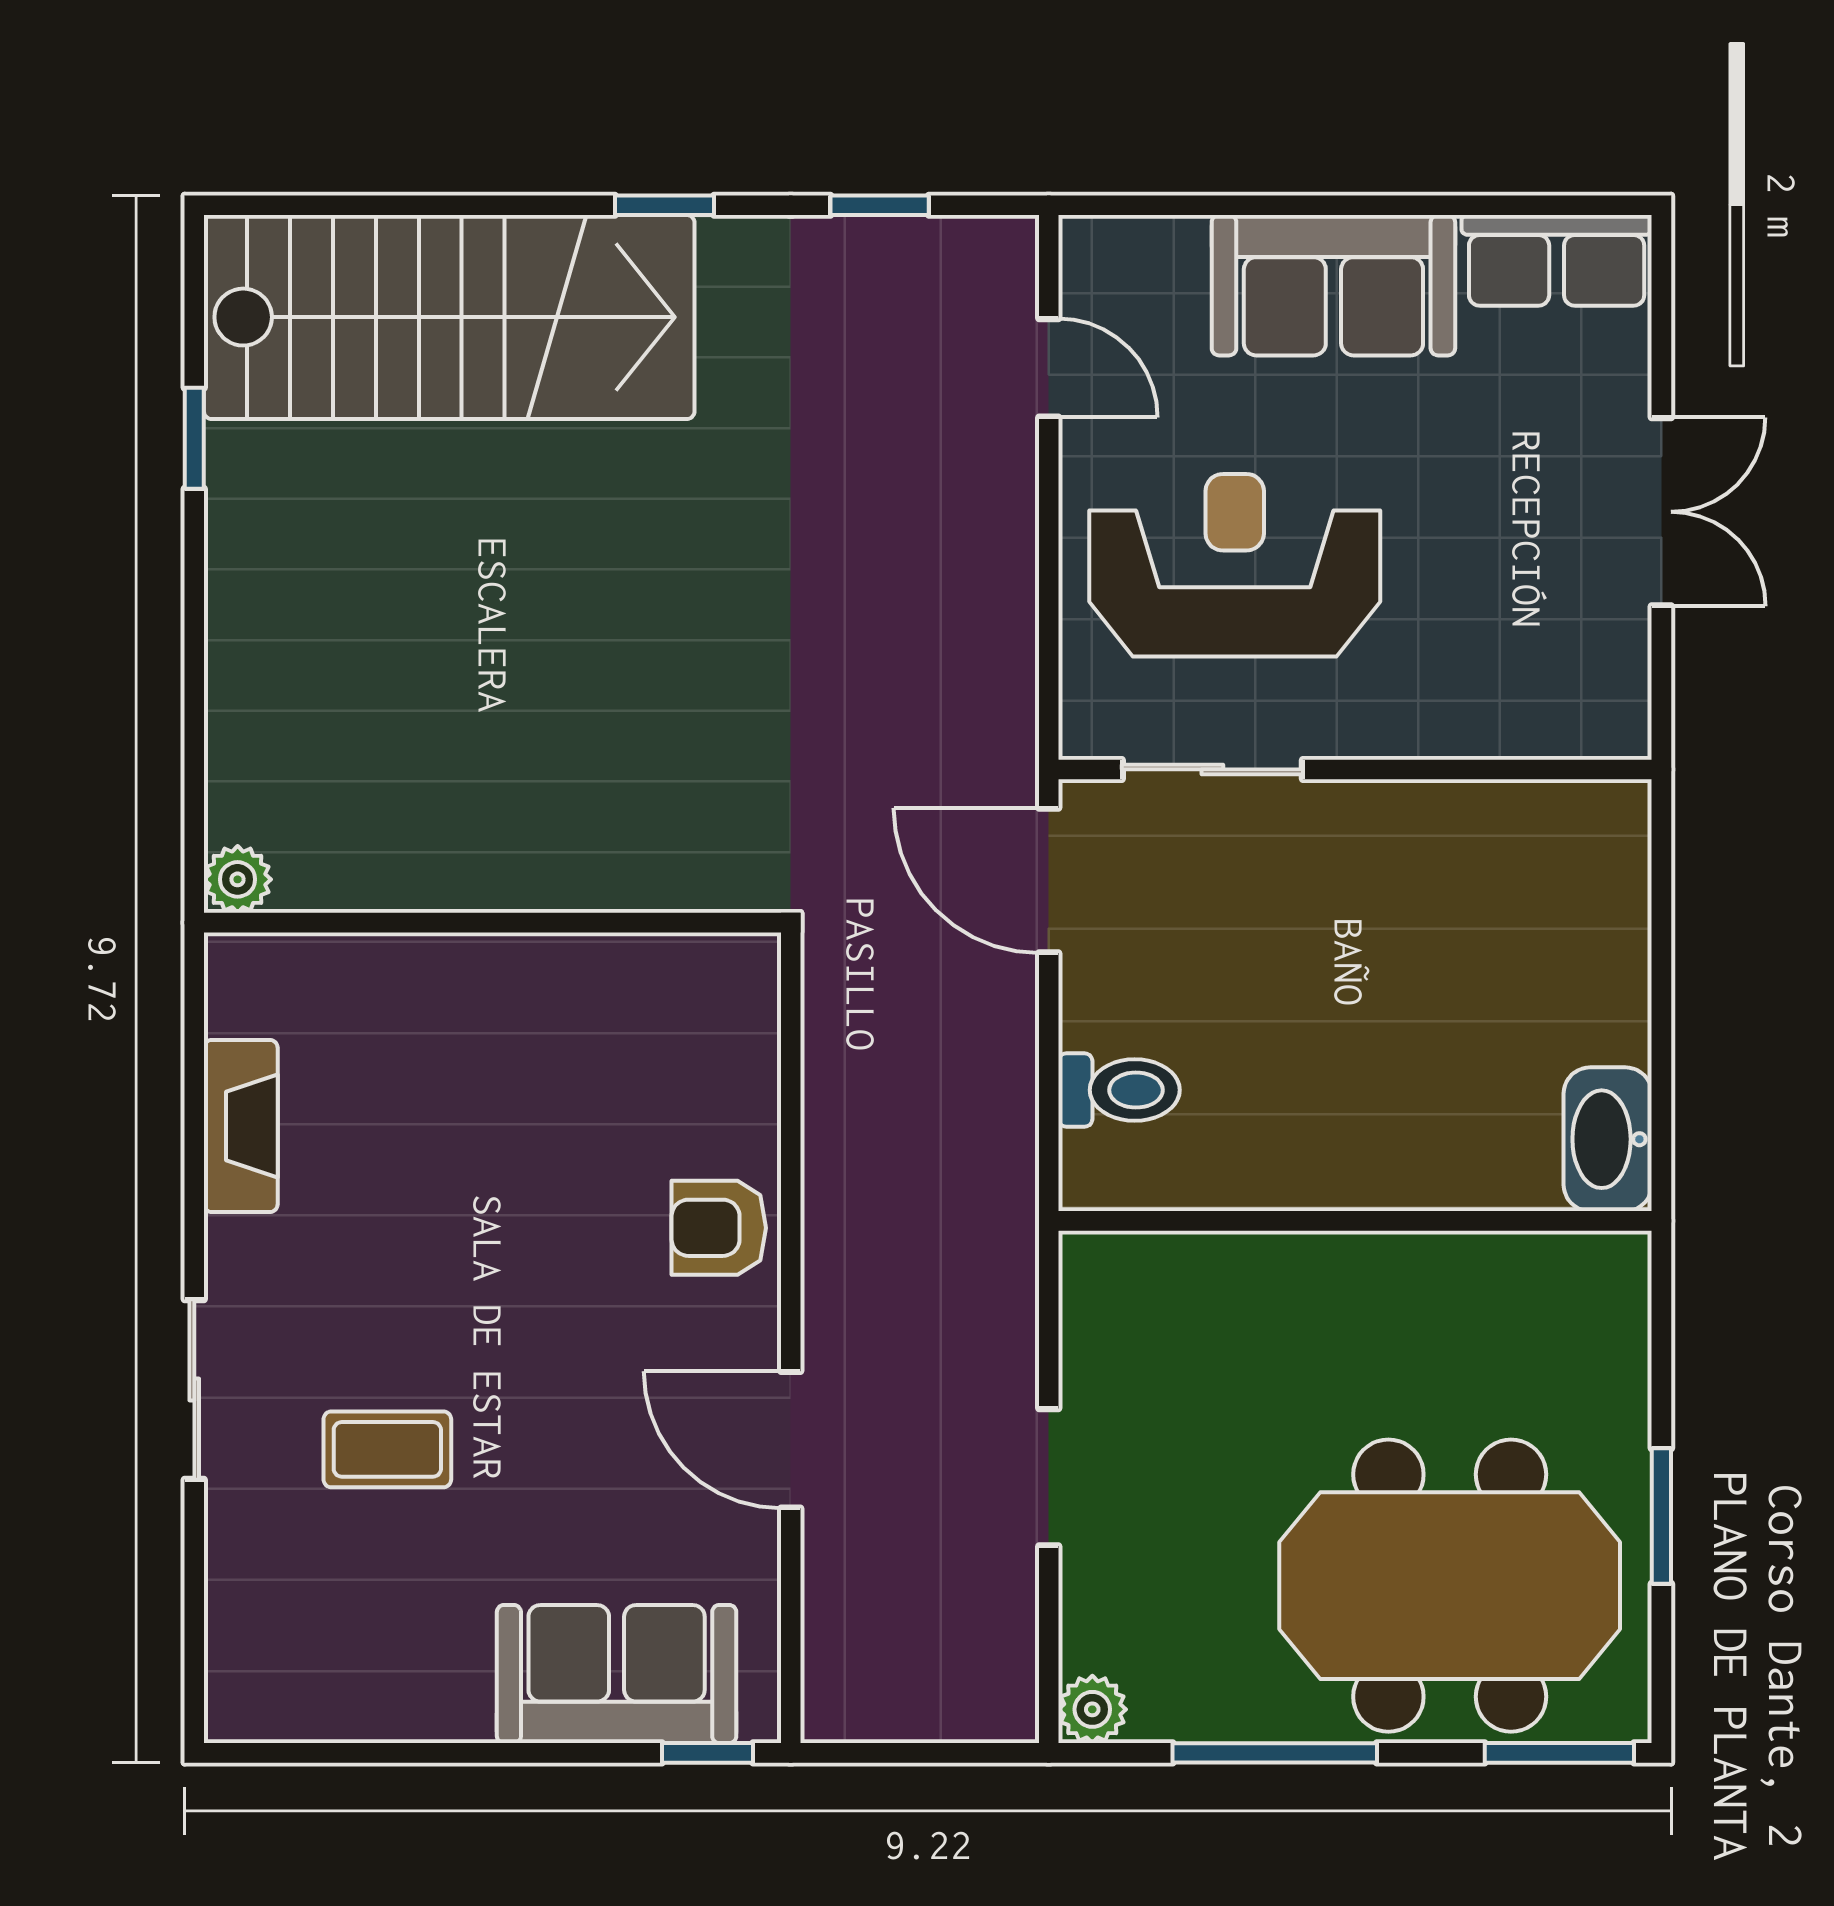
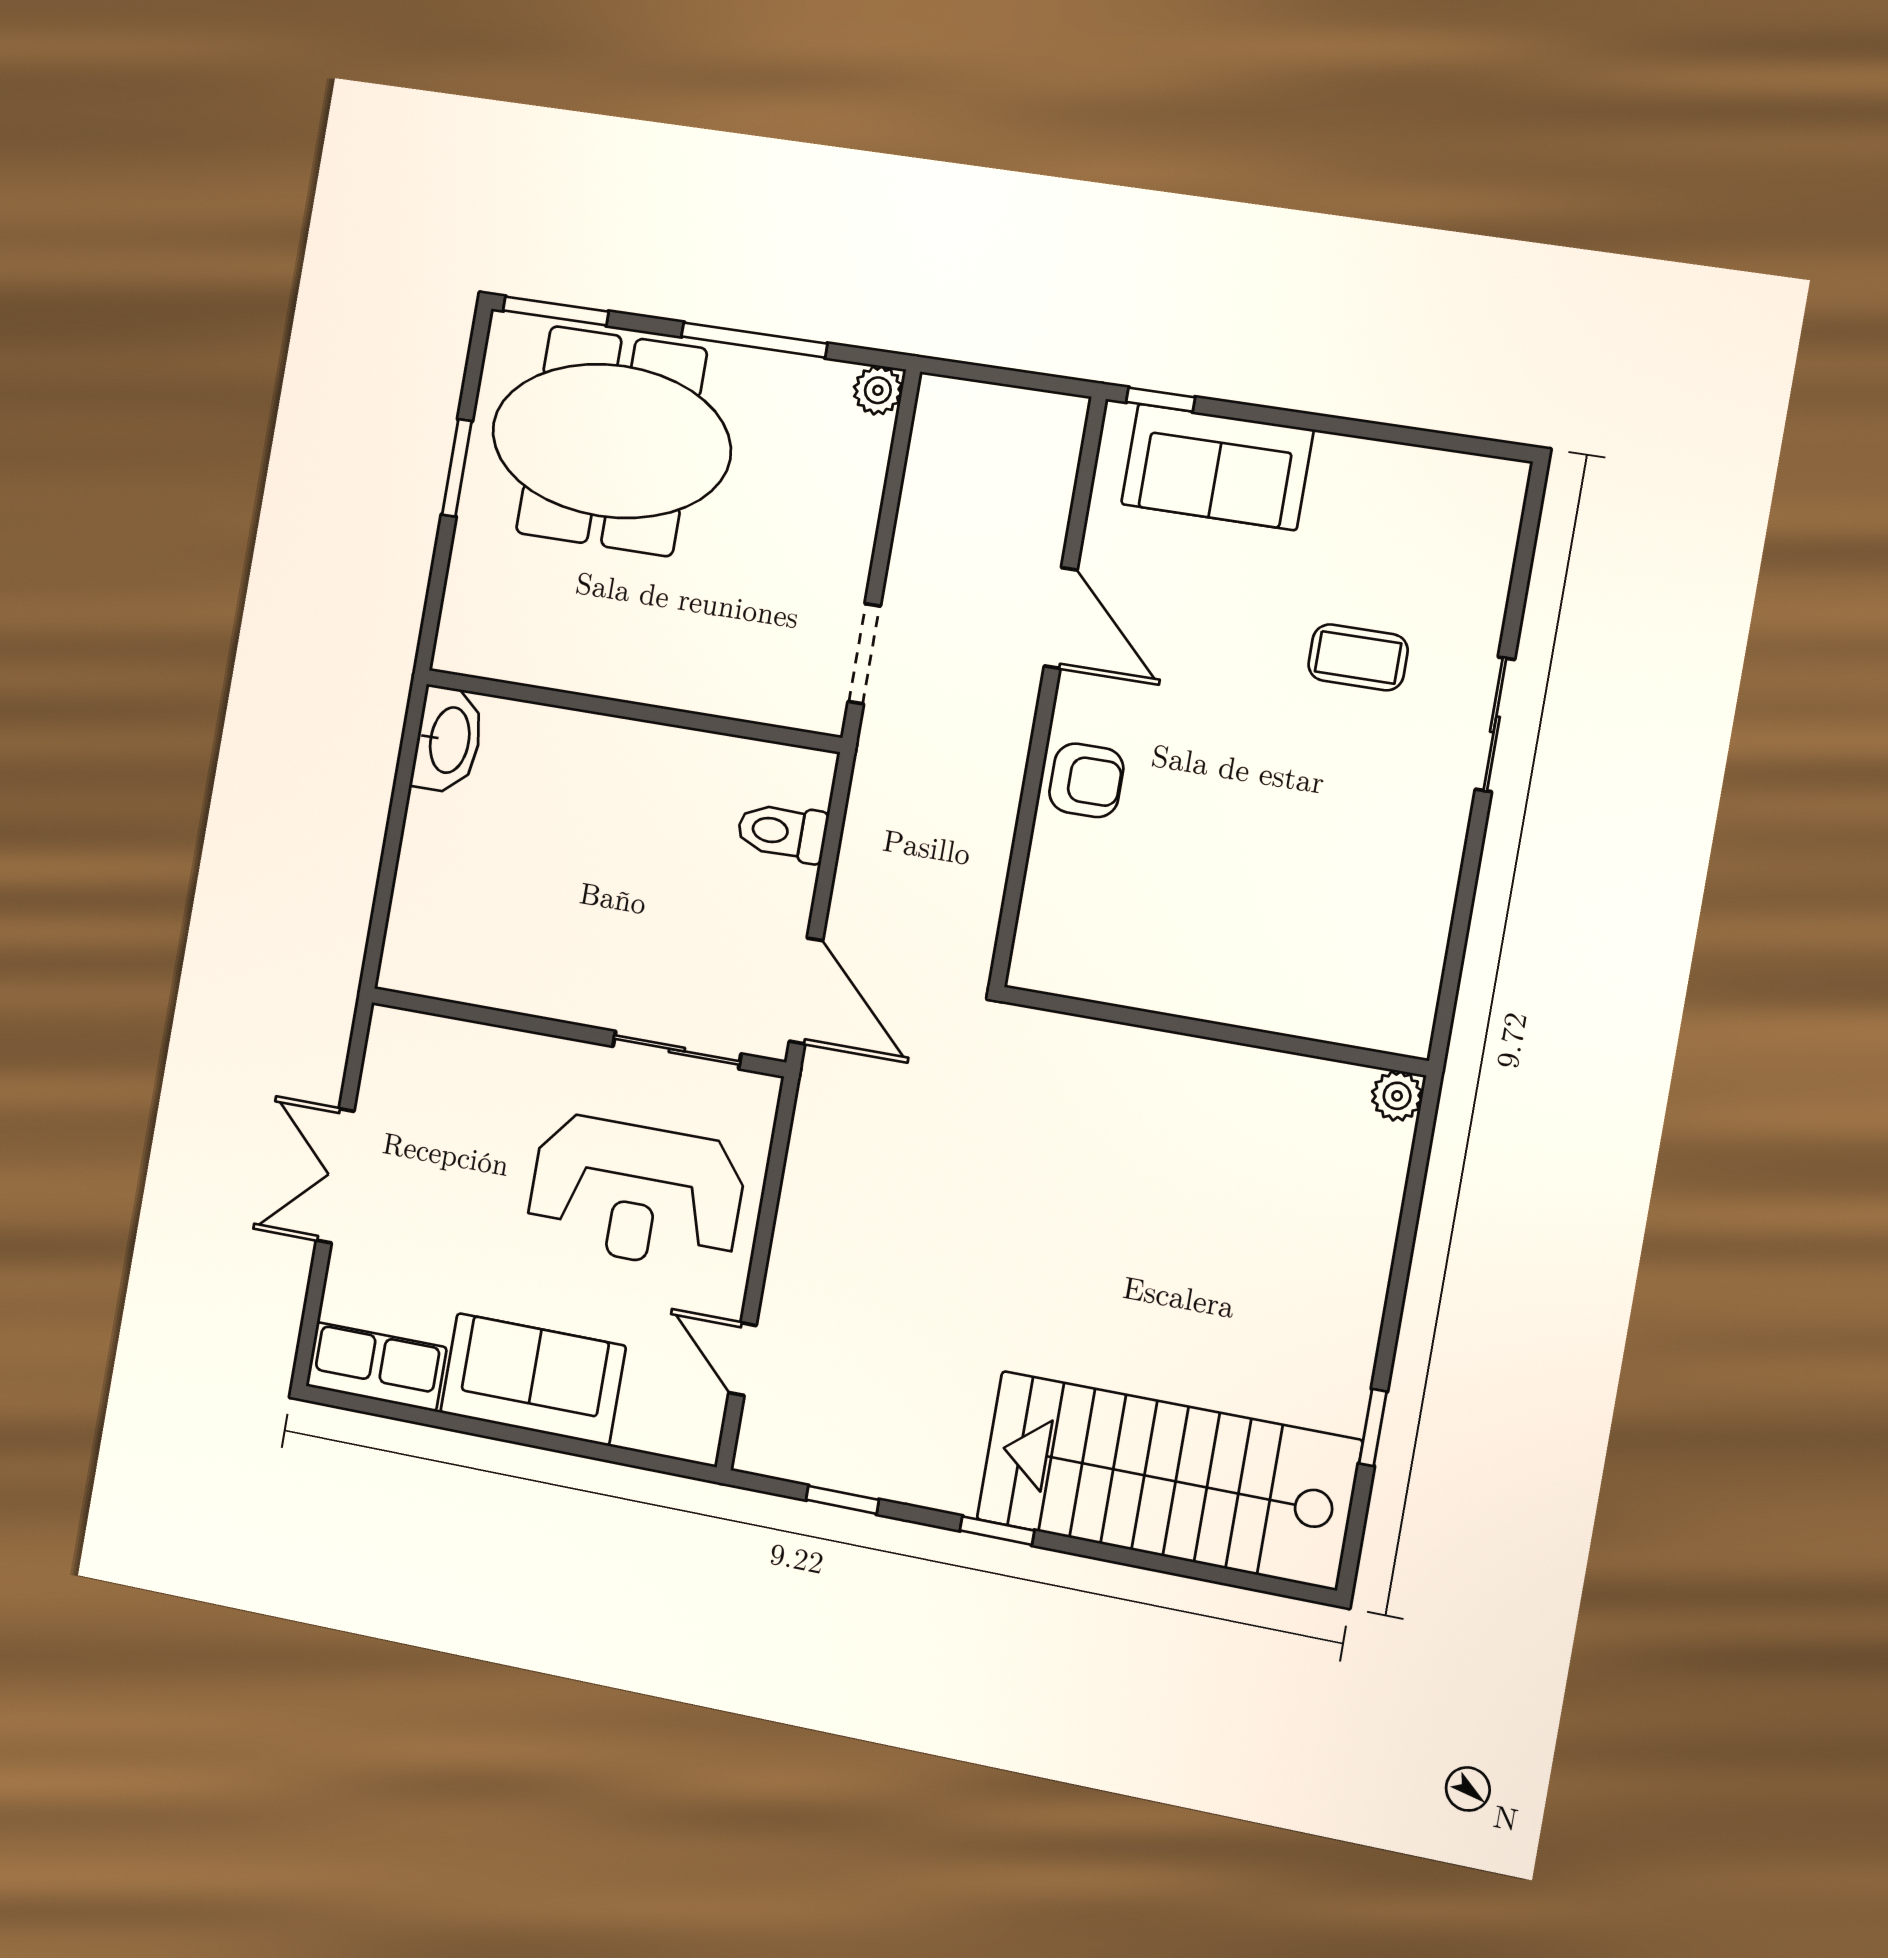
fireplace: (241, 1126) -> (1426, 913), removed
doorway: (1049, 1477) -> (864, 654), moved

